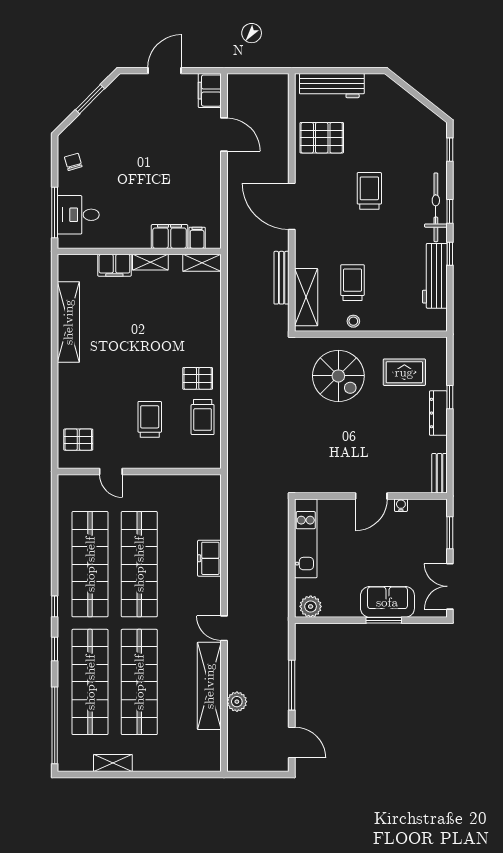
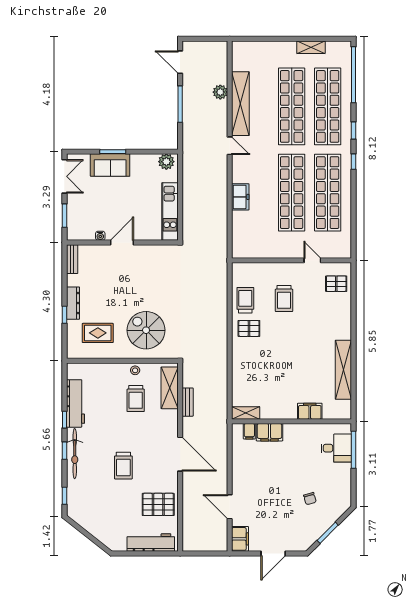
chair: (73, 162) -> (310, 499), moved
shelving: (150, 262) -> (284, 413), removed
bench: (282, 278) -> (188, 402), width x0.73

